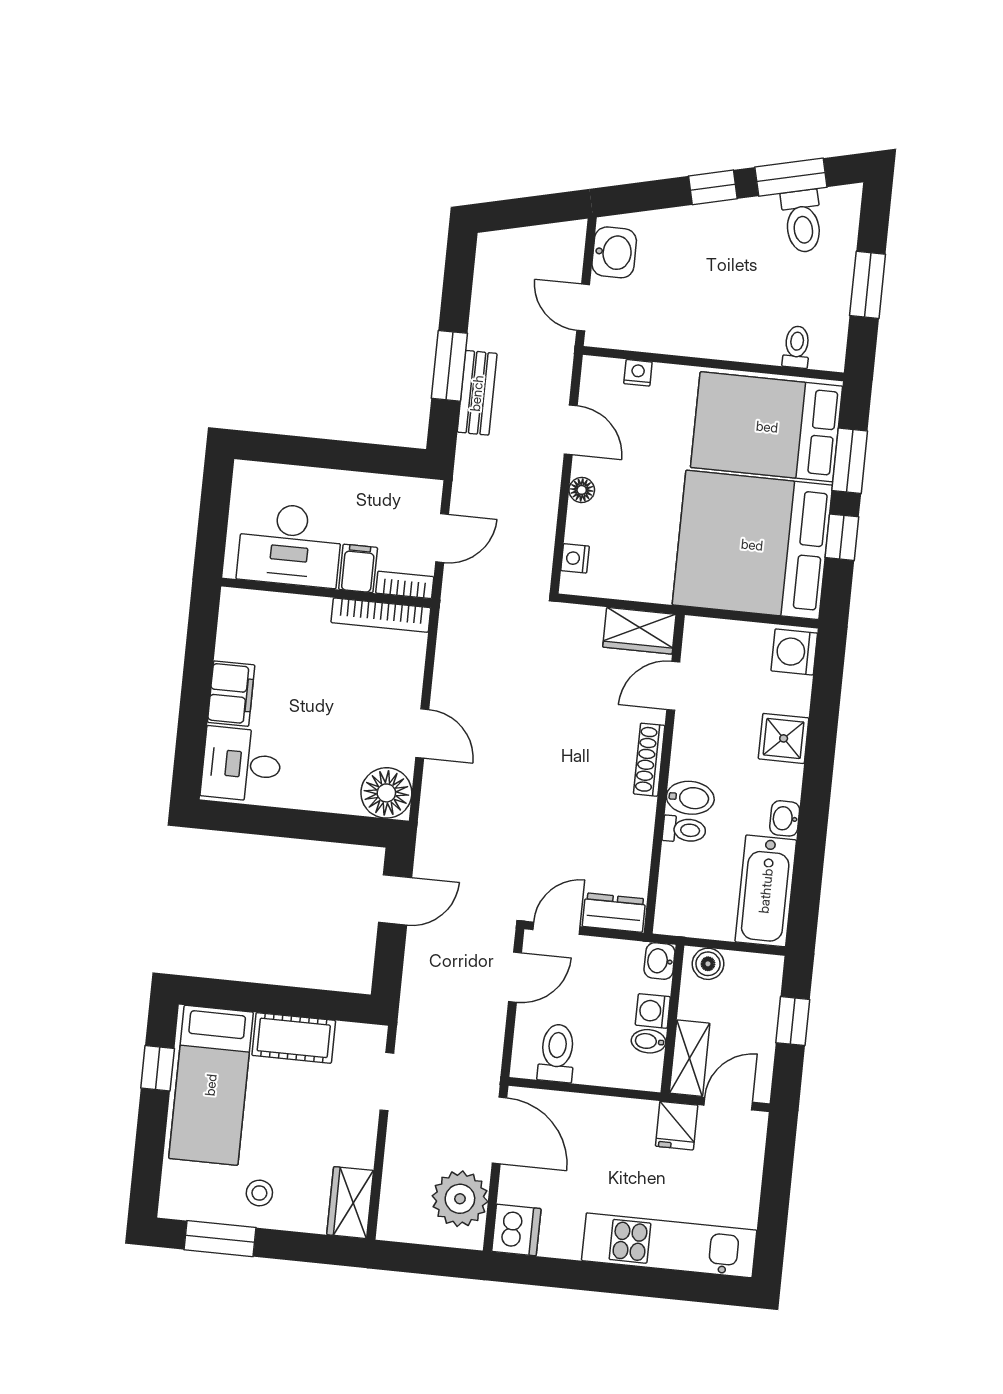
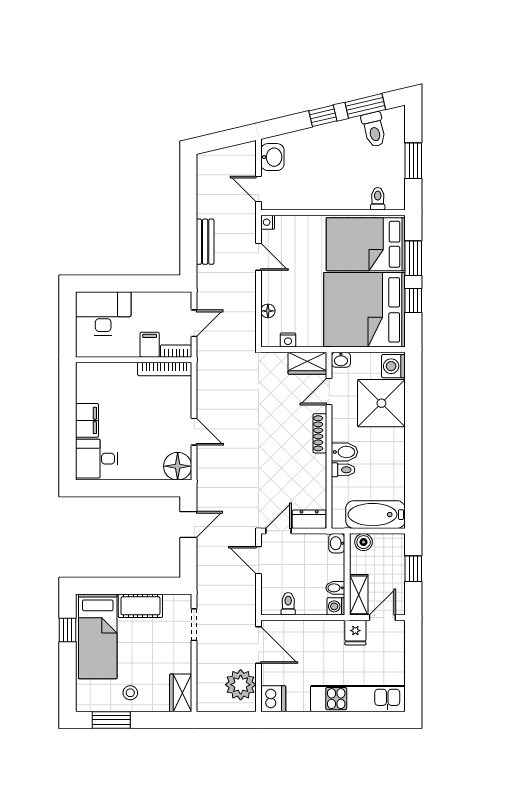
window: (449, 366) -> (188, 228), removed
nightstand: (638, 373) -> (268, 222), moved, turned -90
floor lamp: (582, 490) -> (268, 311), moved
desk: (290, 545) -> (103, 313), moved, turned 180
nightstand: (575, 558) -> (288, 340), moved, turned -90
shower: (784, 738) -> (381, 403), width x1.86, depth x1.86
washbasin: (785, 818) -> (341, 360), moved, turned -90
bathtub: (766, 891) -> (375, 515), moved, turned 90
door: (515, 977) -> (258, 560), swing flipped
washing machine: (653, 1011) -> (336, 606), moved
toilet: (557, 1053) -> (288, 604), width x0.73, depth x0.72

